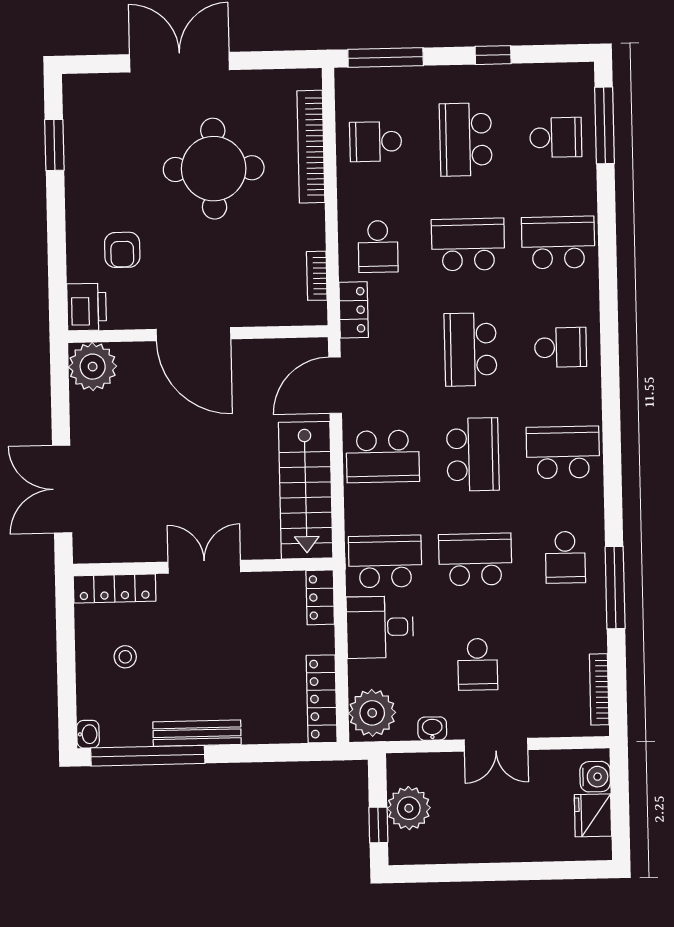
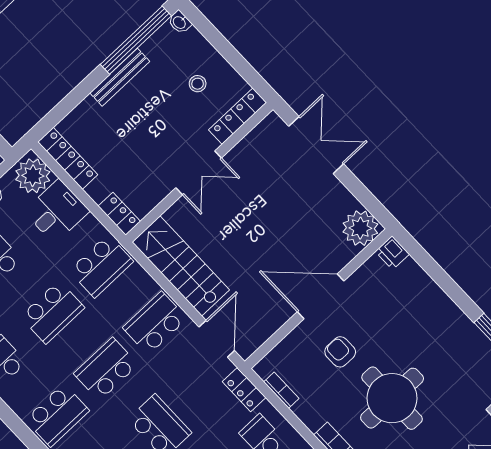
armchair: (122, 250) -> (340, 352), moved
printer: (87, 307) -> (392, 253), width x0.73, depth x0.81
school desk: (473, 454) -> (106, 369), turned 90
desk: (380, 627) -> (57, 211), moved

